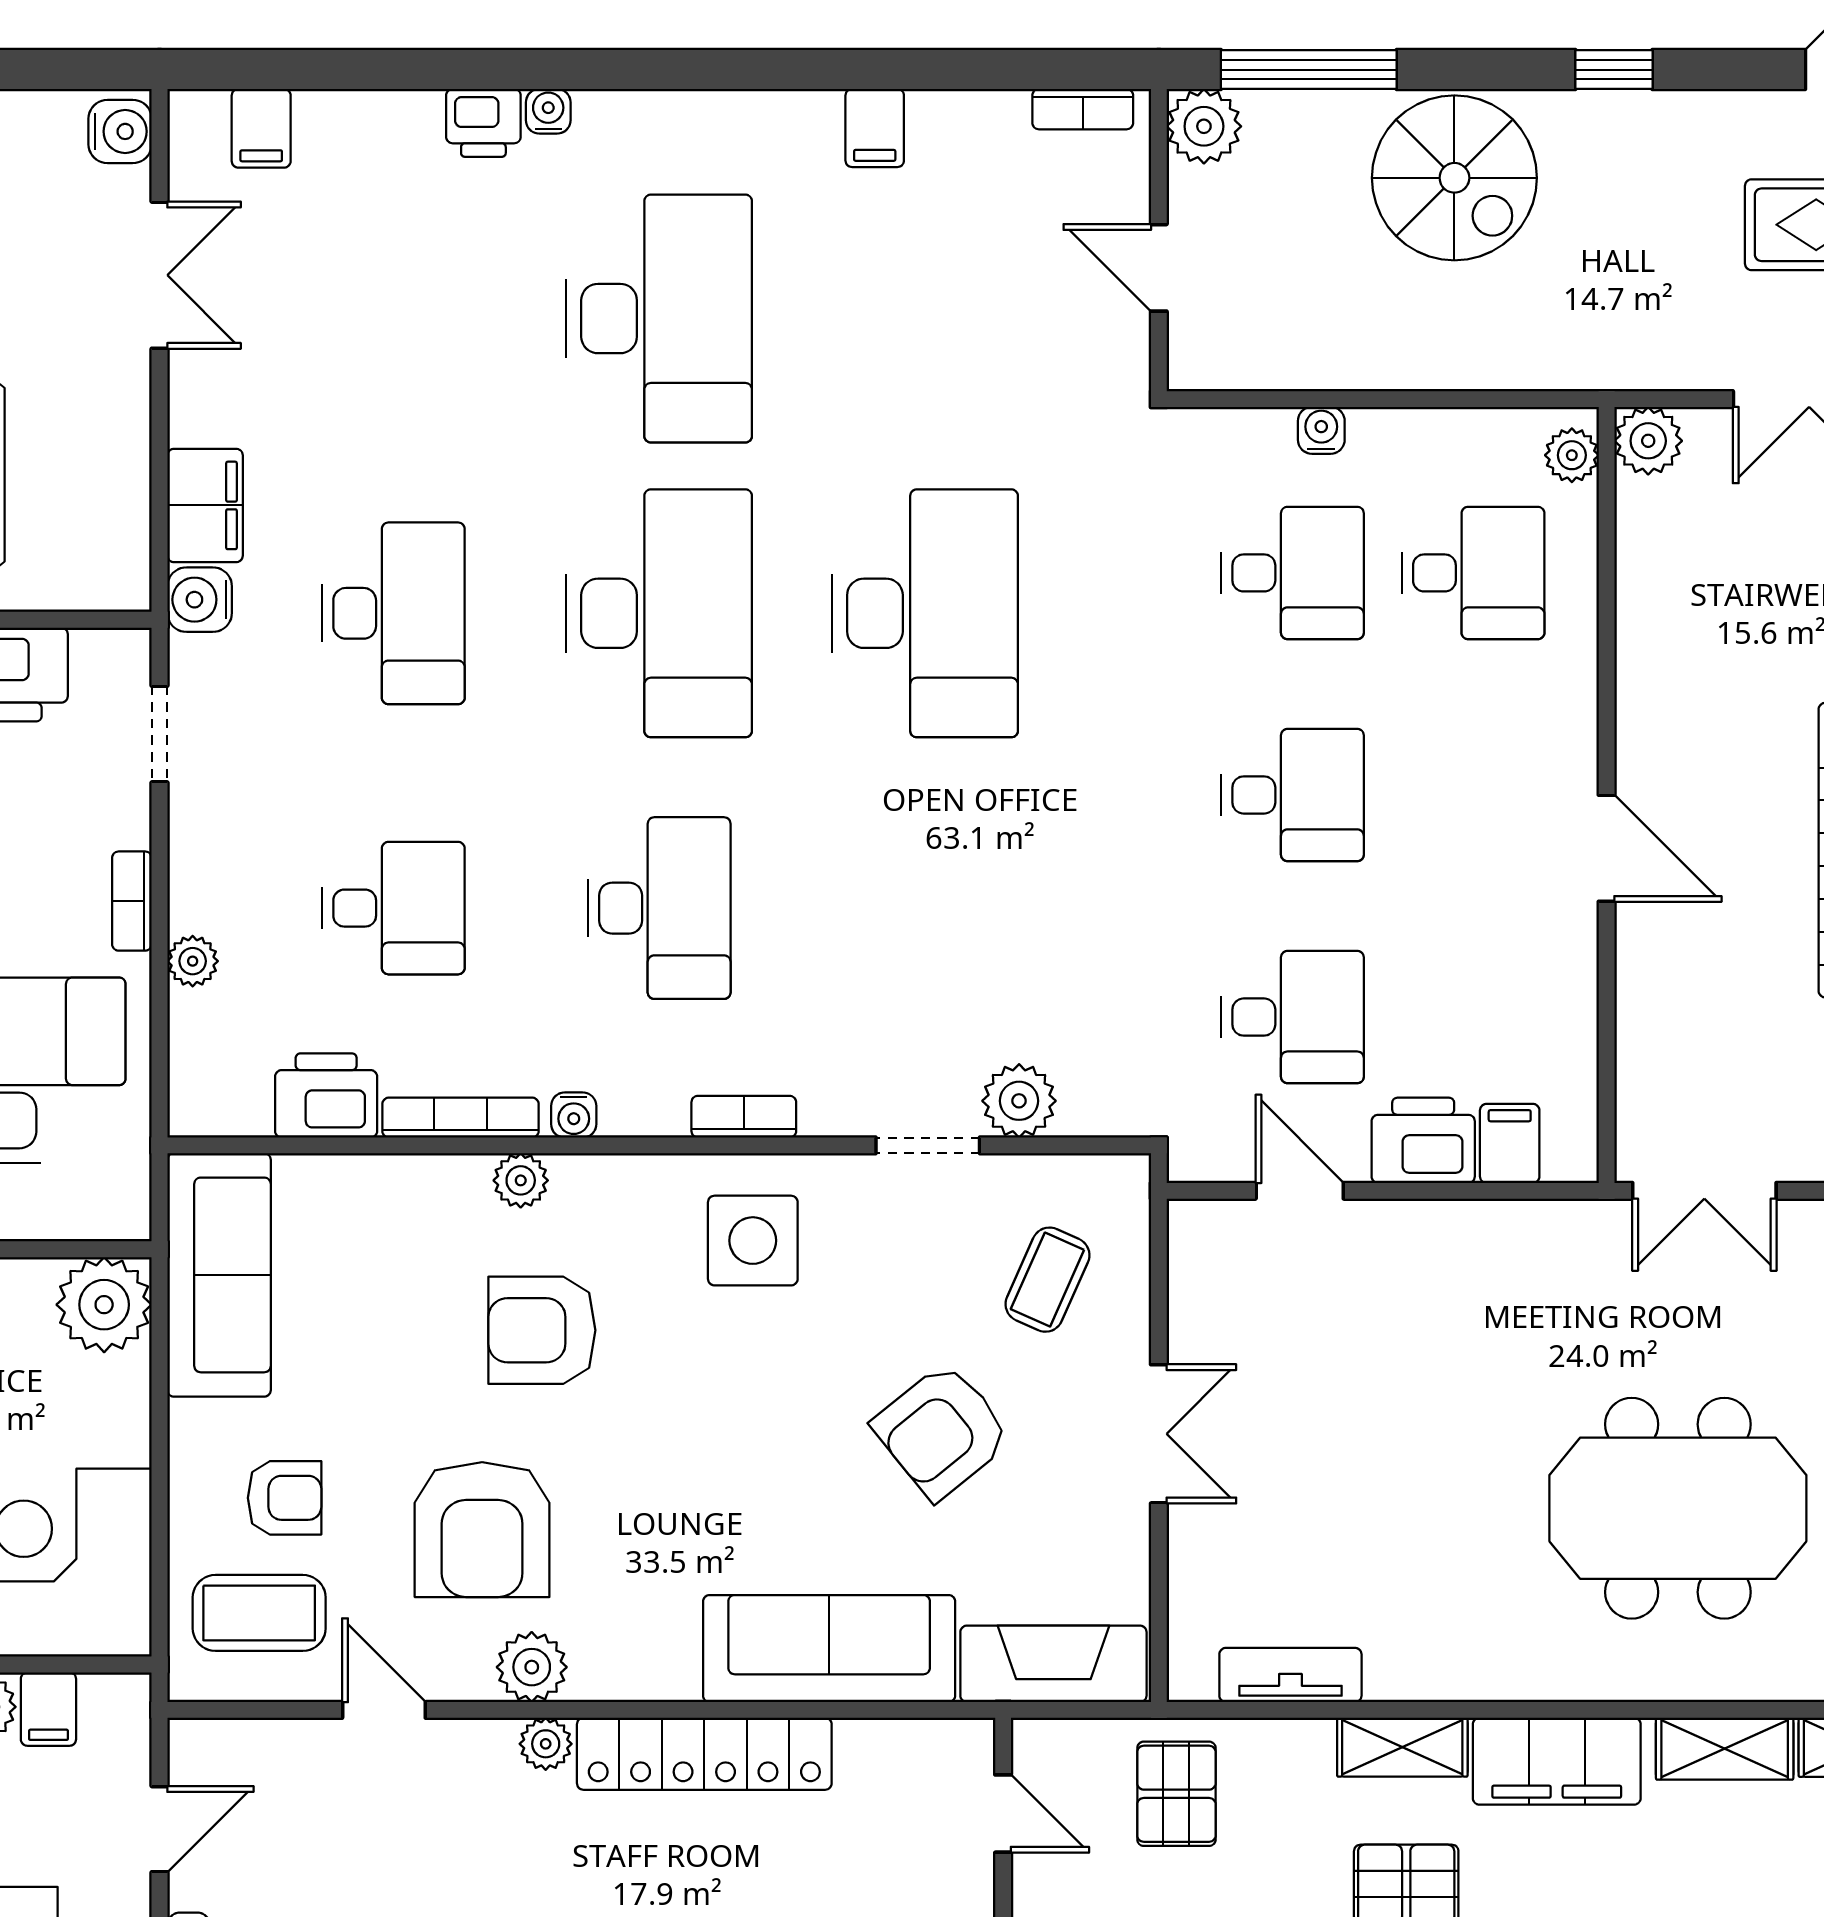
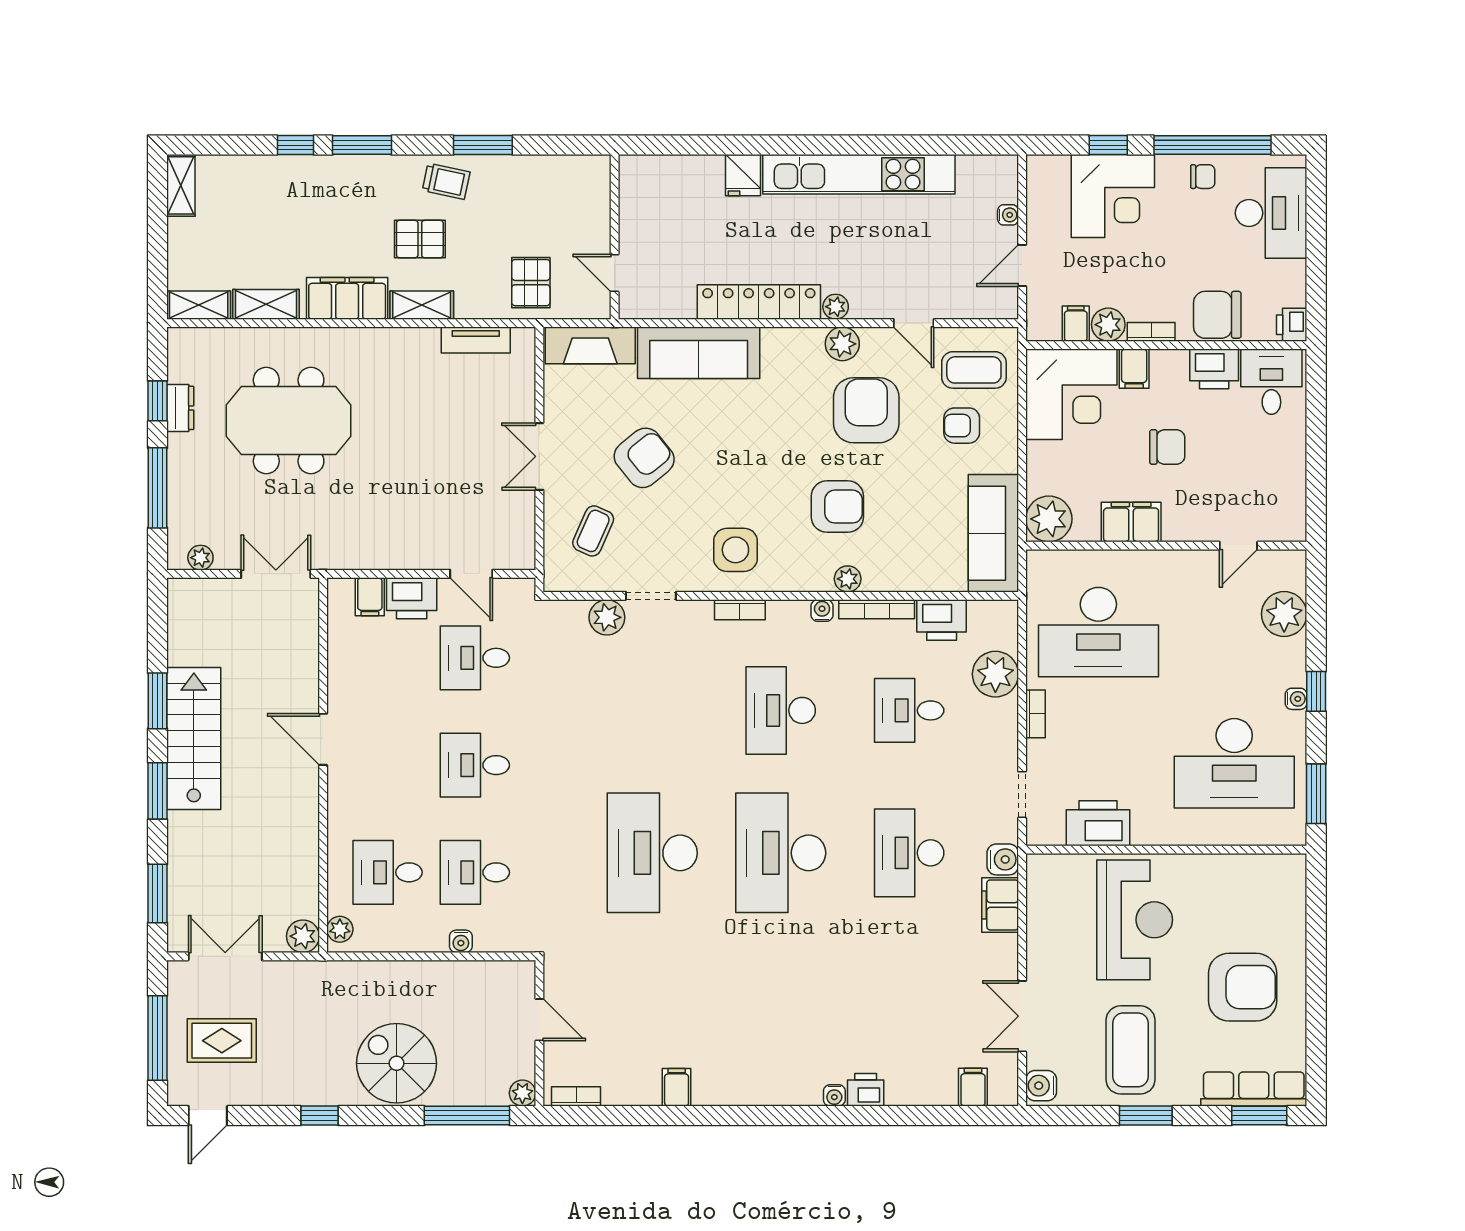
plant: (1204, 126) -> (522, 1093), width x0.73, depth x0.73
desk: (659, 319) -> (781, 995), removed
plant: (193, 961) -> (995, 674), width x1.87, depth x1.87

